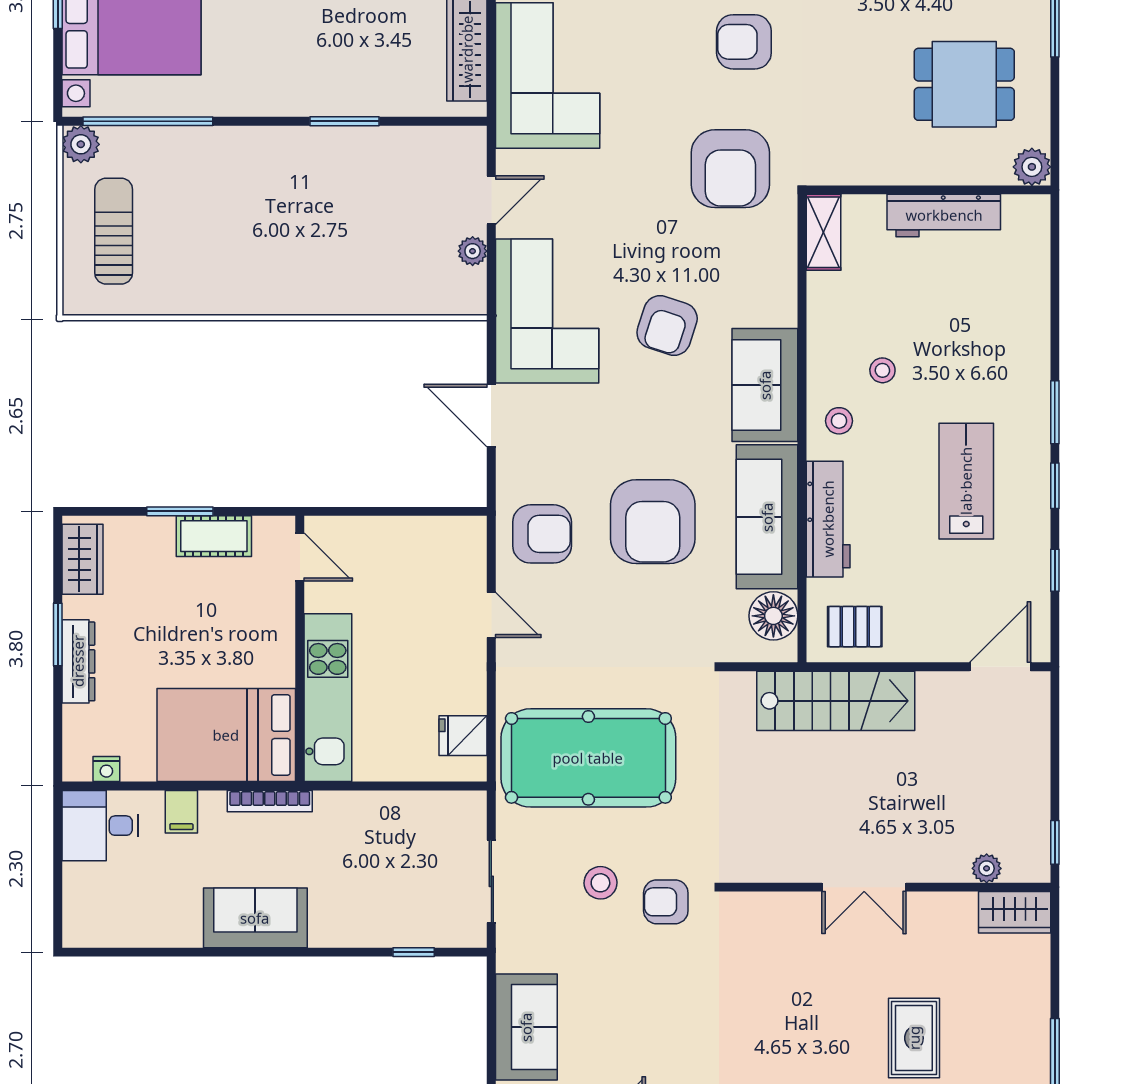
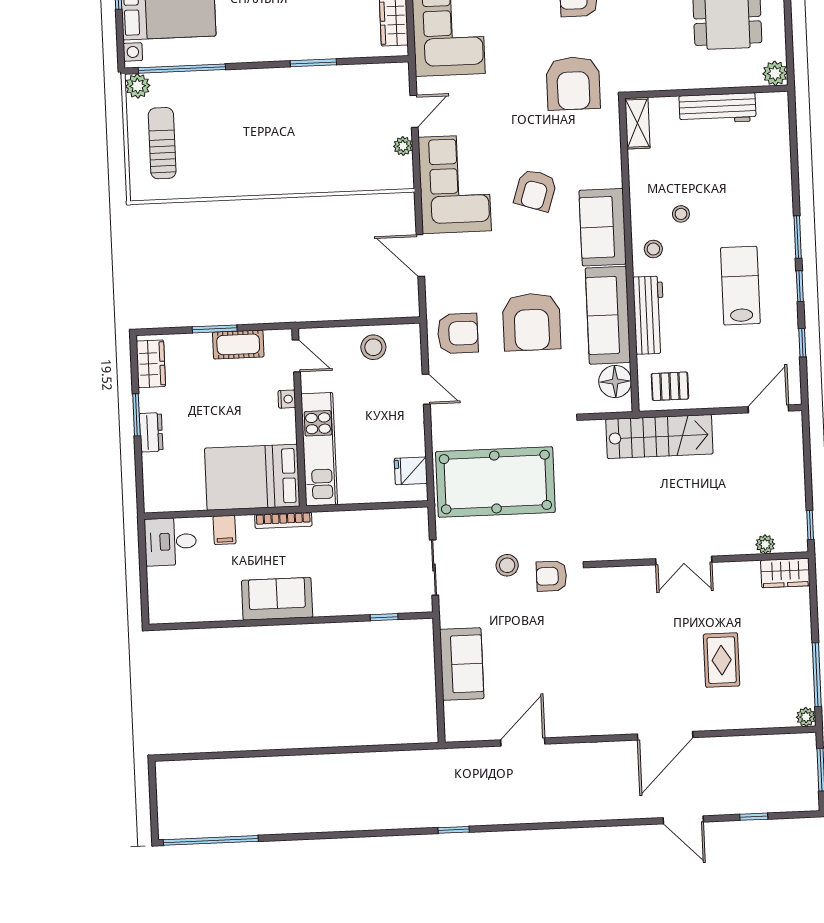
stool: (415, 549) -> (373, 347), added
dresser: (78, 661) -> (151, 432), width x0.70
nightstand: (106, 769) -> (287, 399), moved, turned -90

